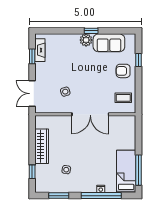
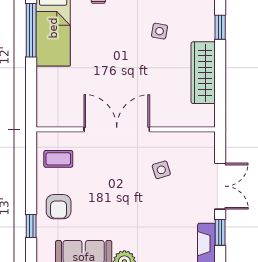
armchair: (123, 71) -> (59, 207), turned 90
double door: (32, 94) -> (220, 186), moved

